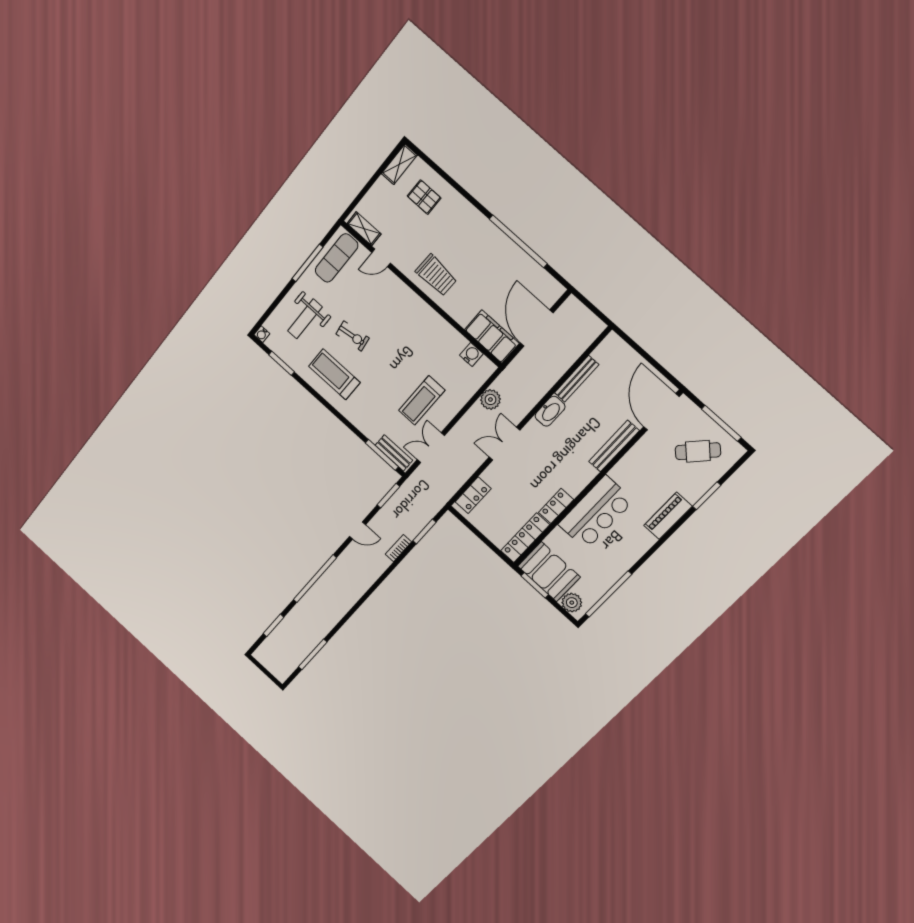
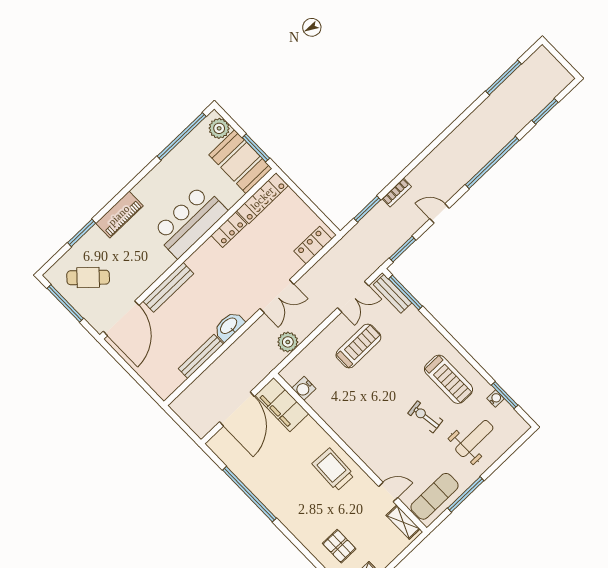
water cooler: (262, 334) -> (495, 398), moved

